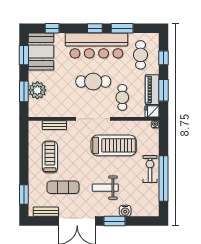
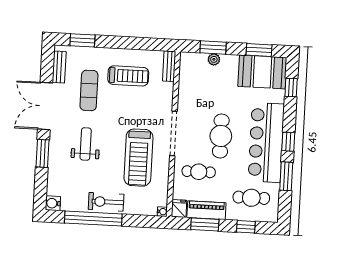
plant: (37, 90) -> (214, 59), width x0.53, depth x0.53
bench: (54, 125) -> (169, 66), moved
exercise bike: (150, 169) -> (106, 202), turned 180
water cooler: (125, 211) -> (53, 203), moved

